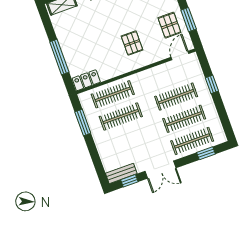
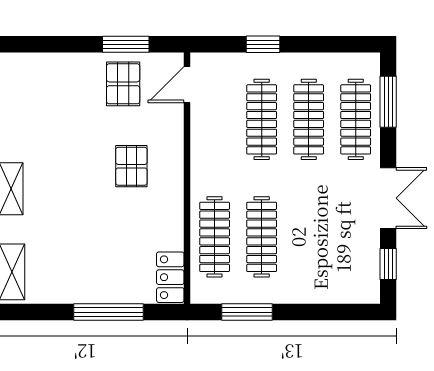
pallet: (169, 25) -> (123, 84), turned 90
pallet: (132, 43) -> (131, 166), turned 90
door: (180, 55) -> (187, 85), hinge flipped
window: (206, 153) -> (388, 102), width x1.50
bench: (121, 173) -> (369, 274), removed

